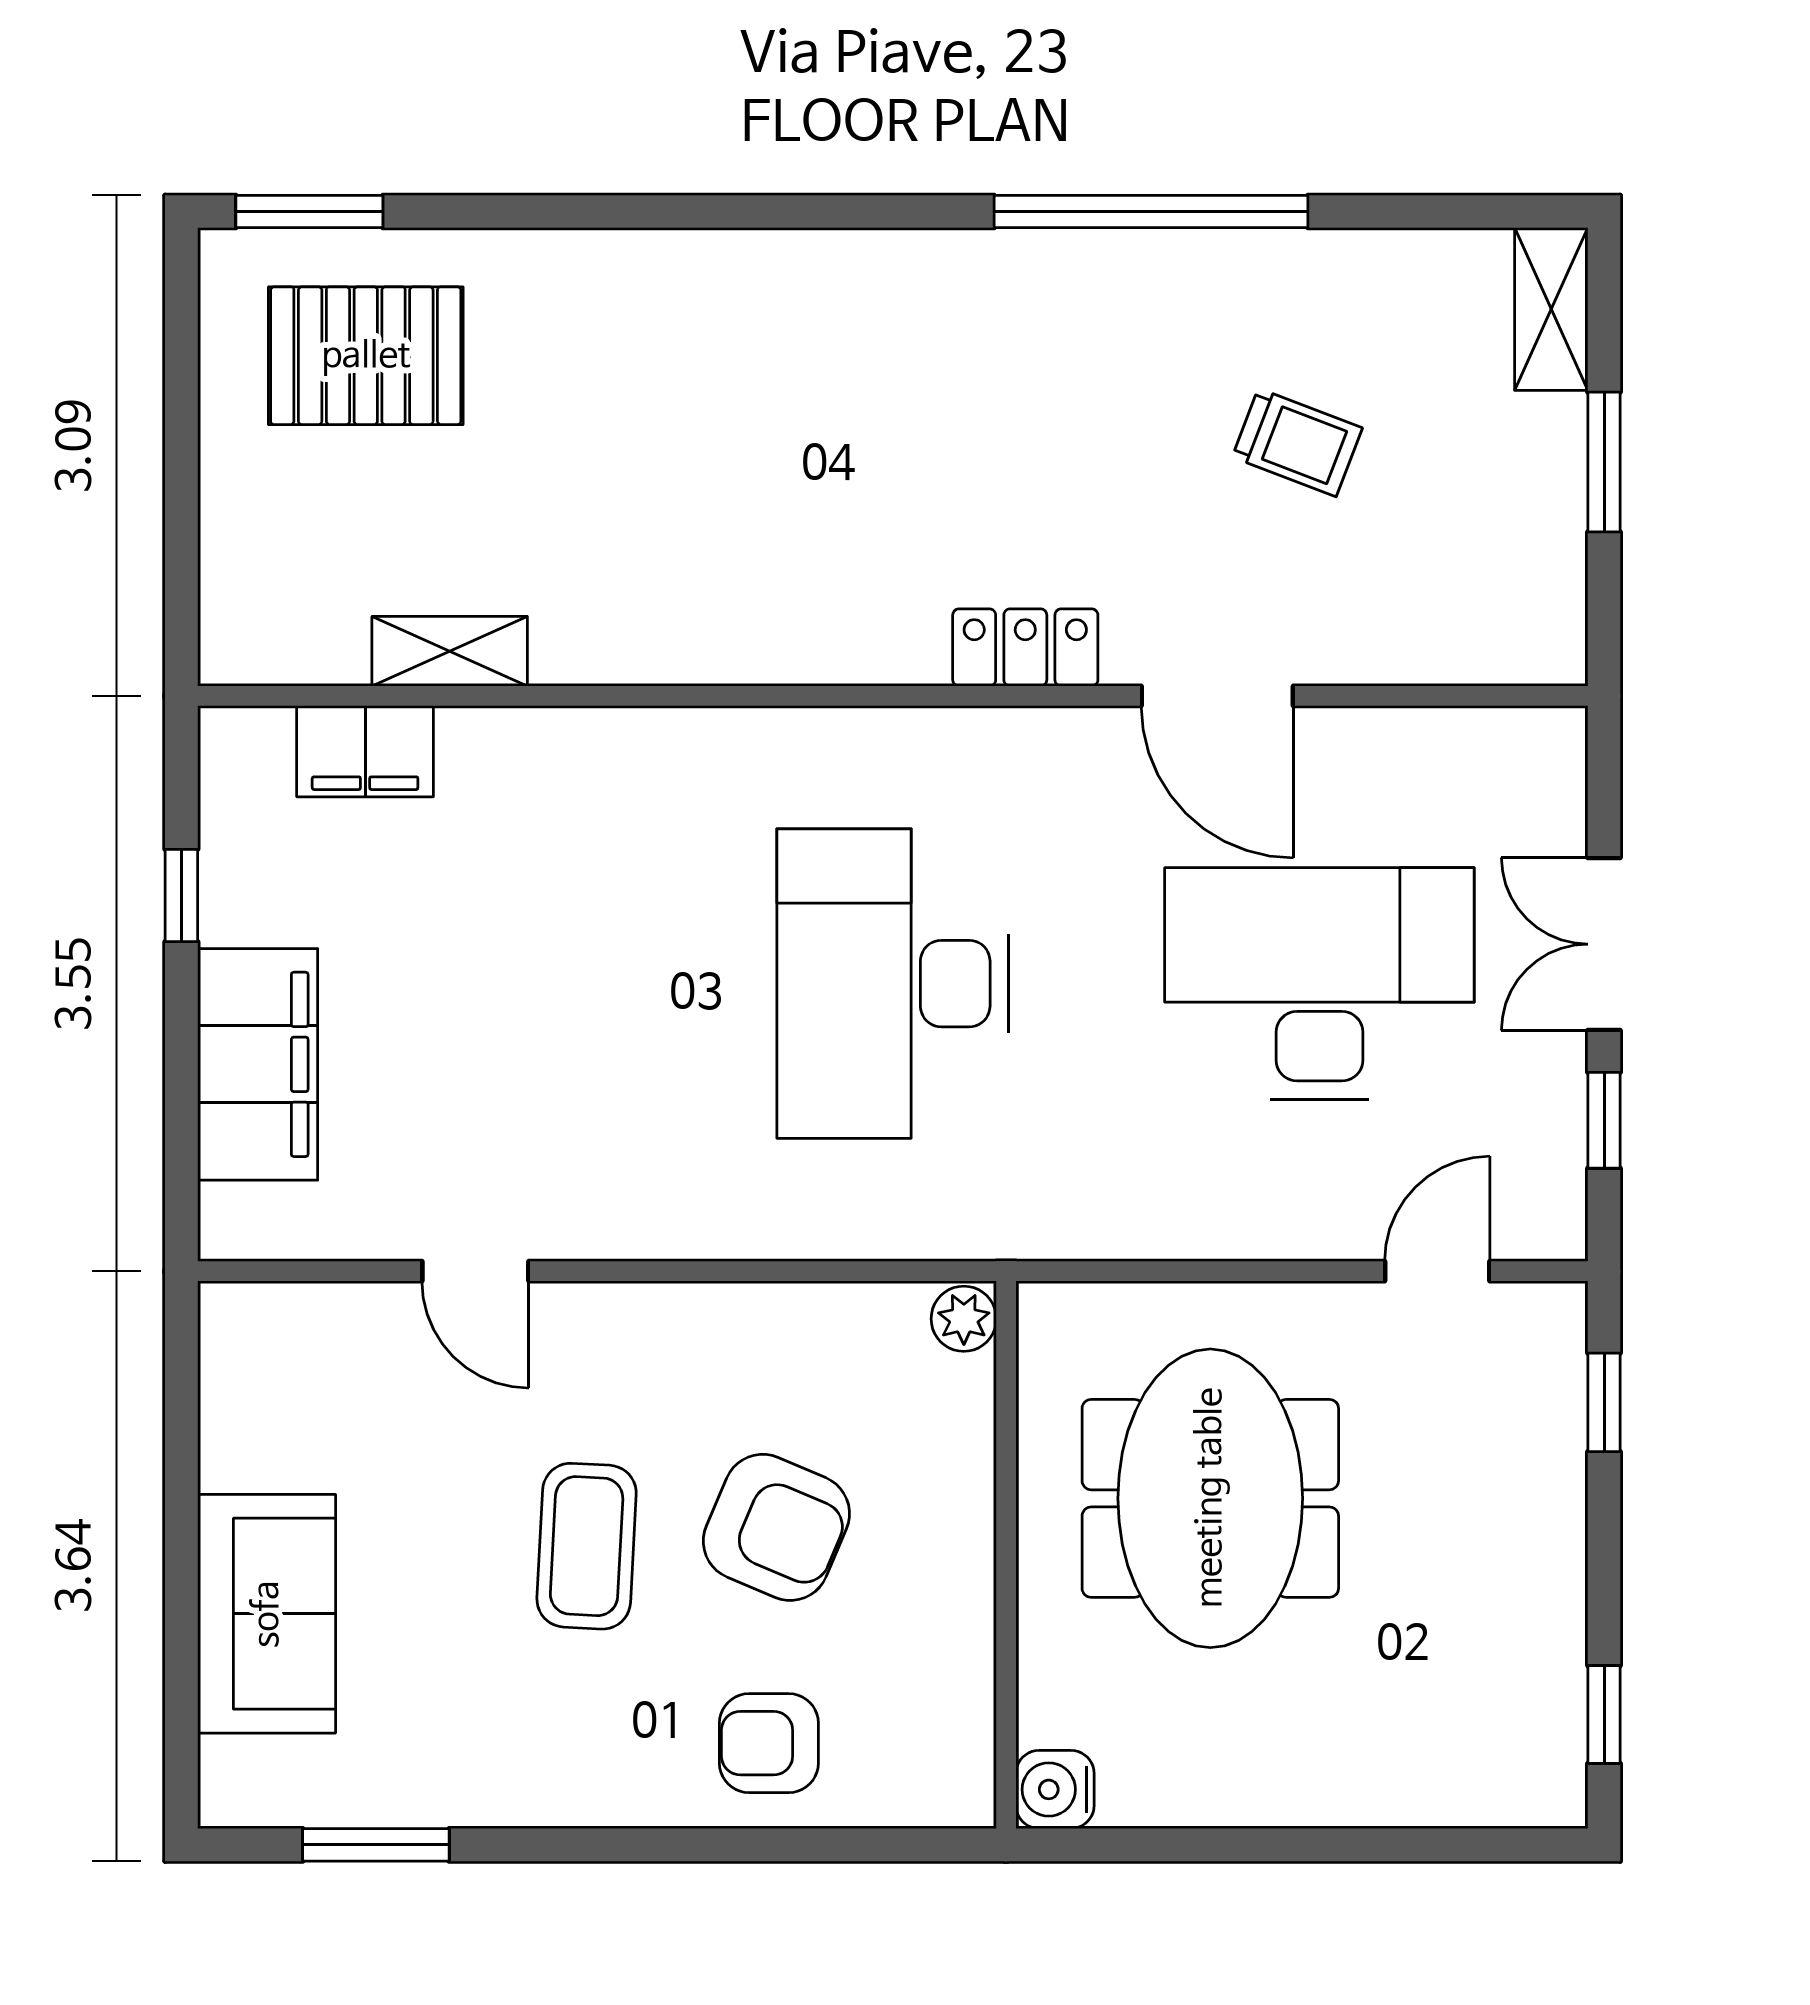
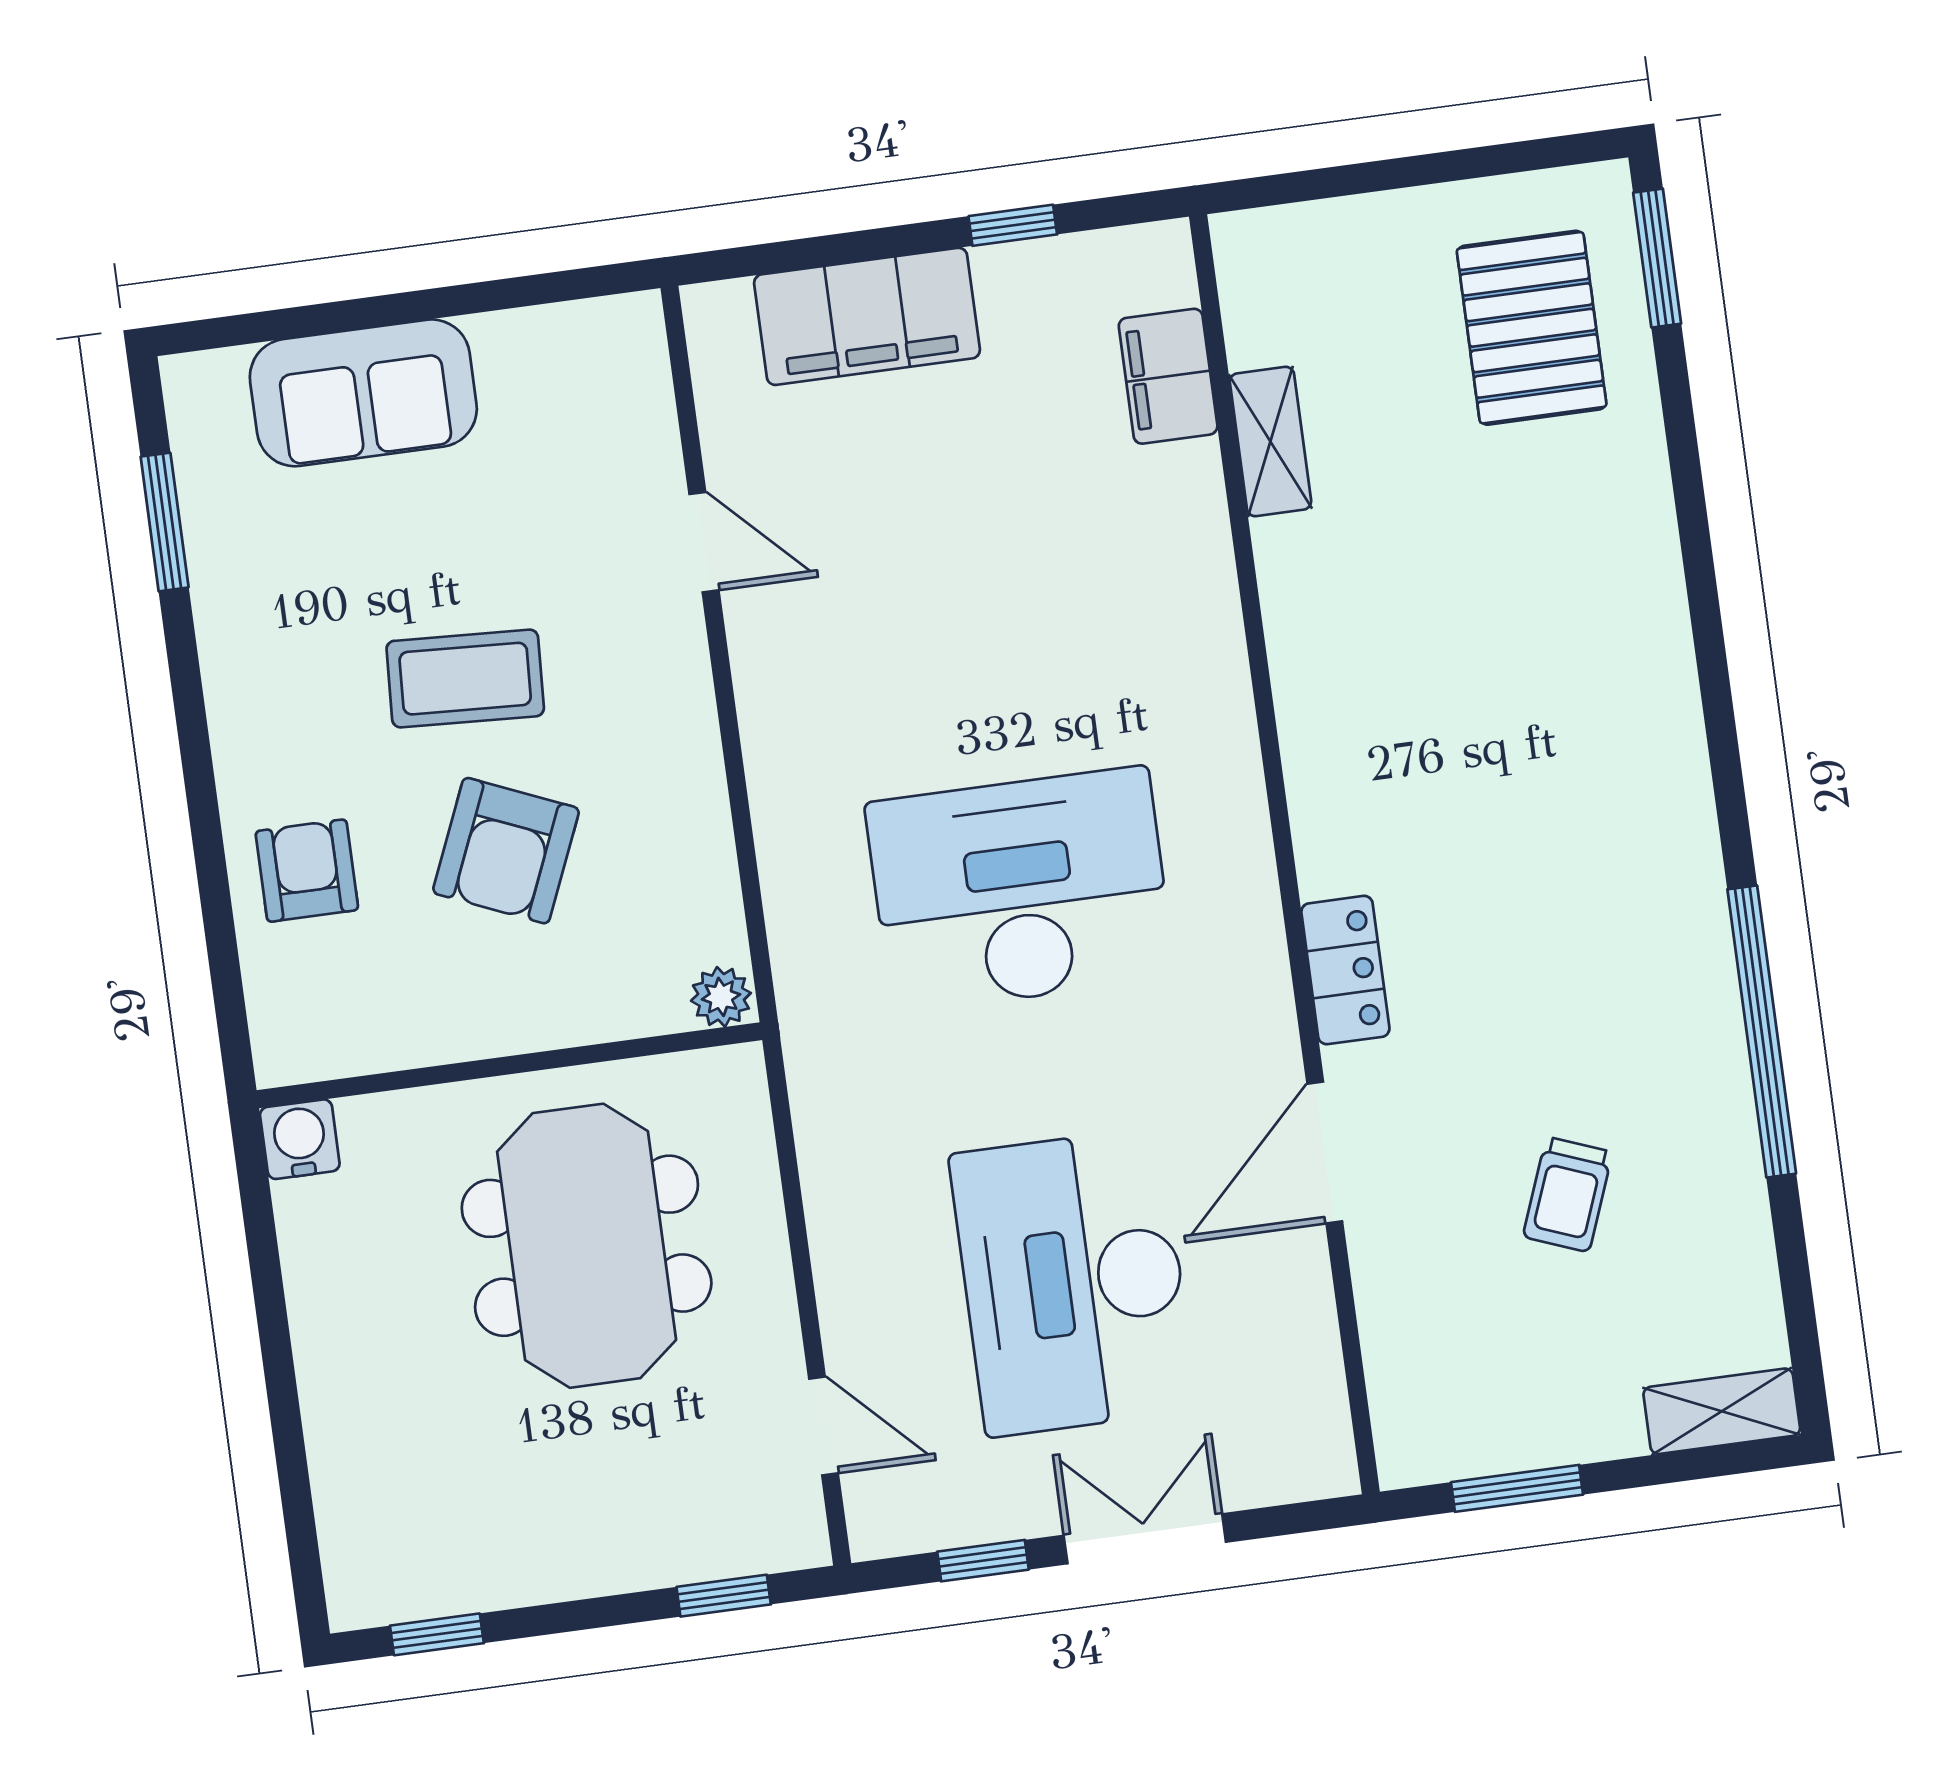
window: (1604, 462) -> (1517, 1488), moved
desk: (1319, 984) -> (1073, 1282), turned 180
door: (475, 1271) -> (704, 542), swing flipped
meeting table: (1210, 1498) -> (587, 1246), turned 90

